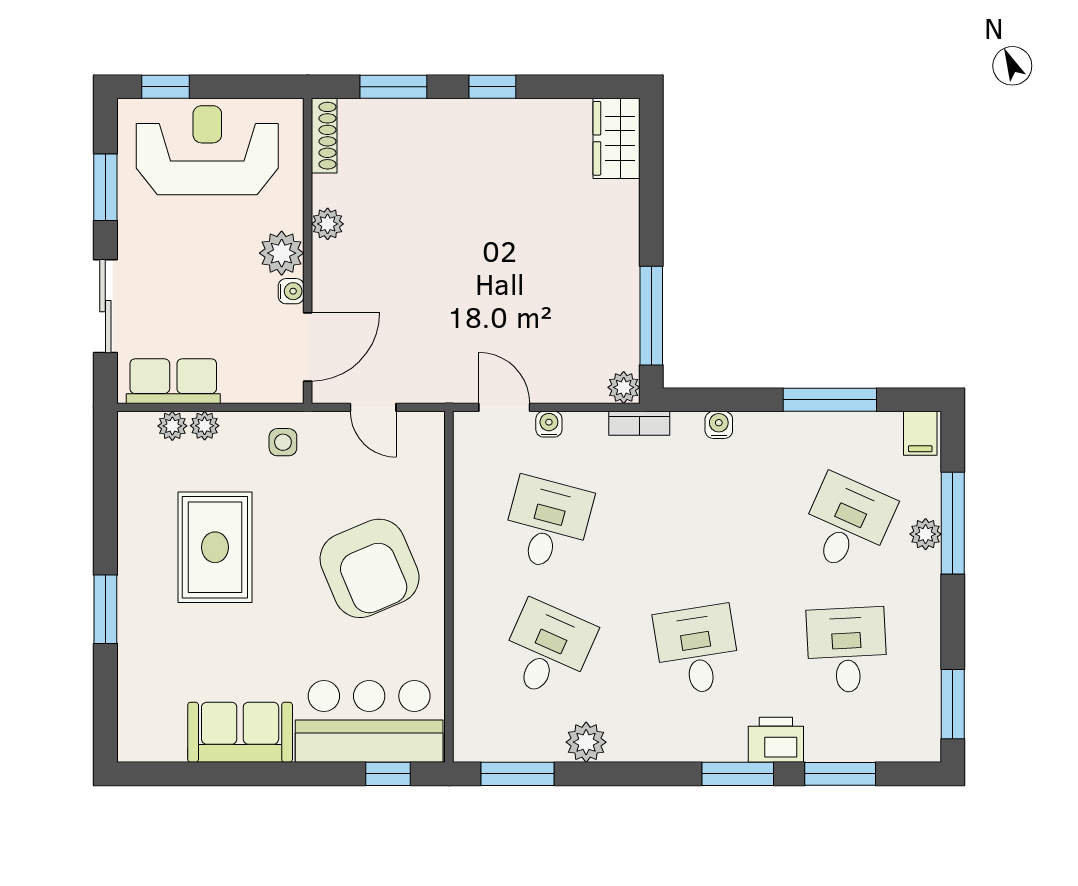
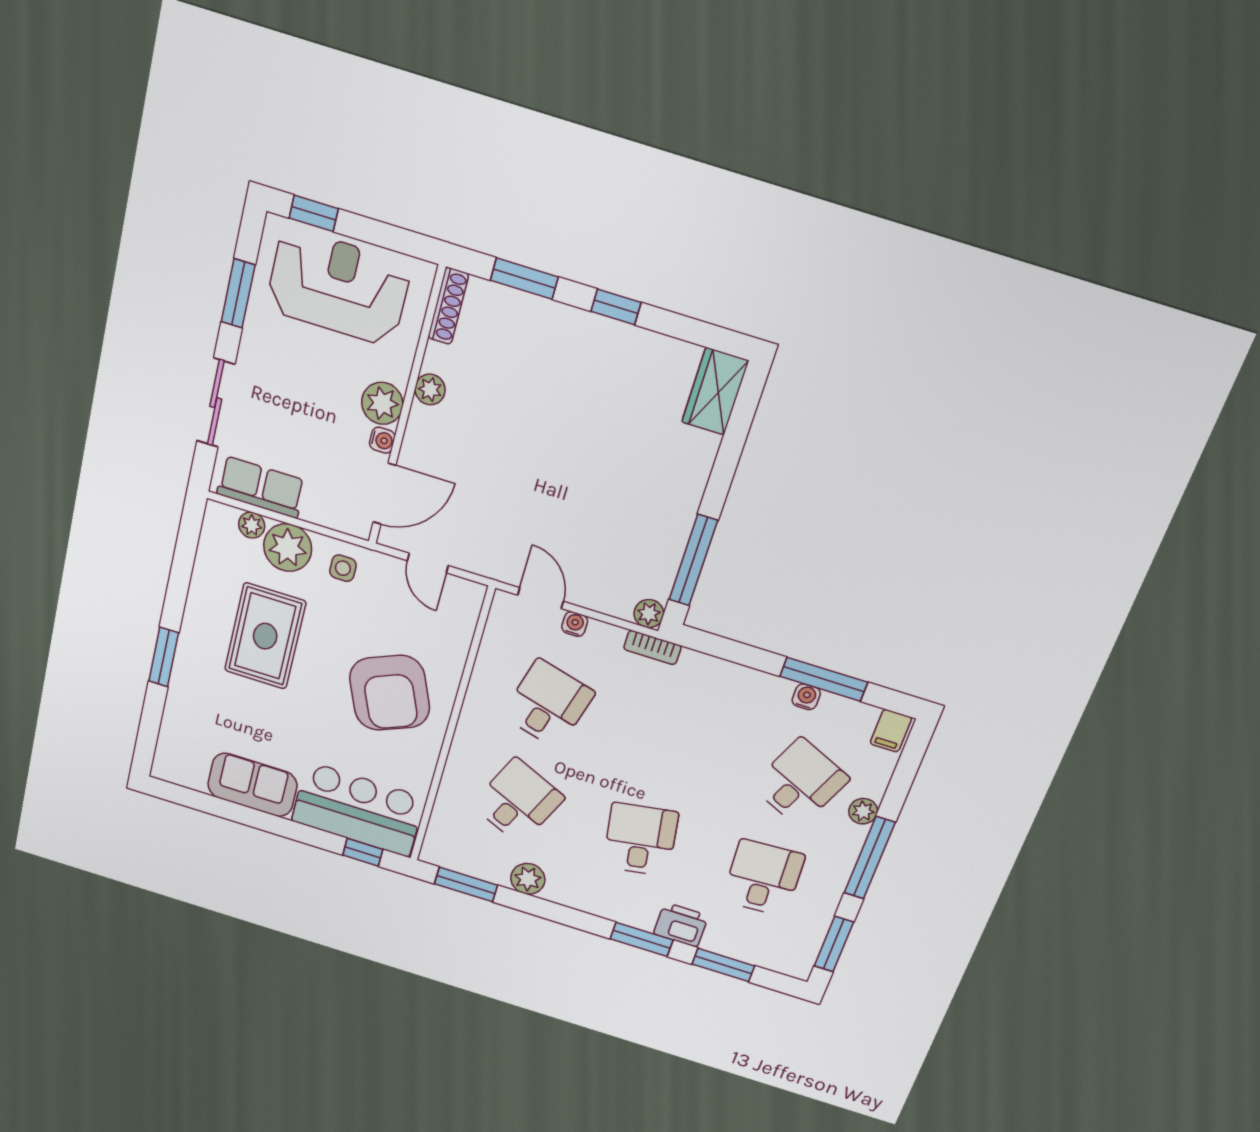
water cooler: (719, 425) -> (806, 697), moved
plant: (205, 426) -> (288, 548), width x1.88, depth x1.88
window: (953, 523) -> (870, 858), moved

